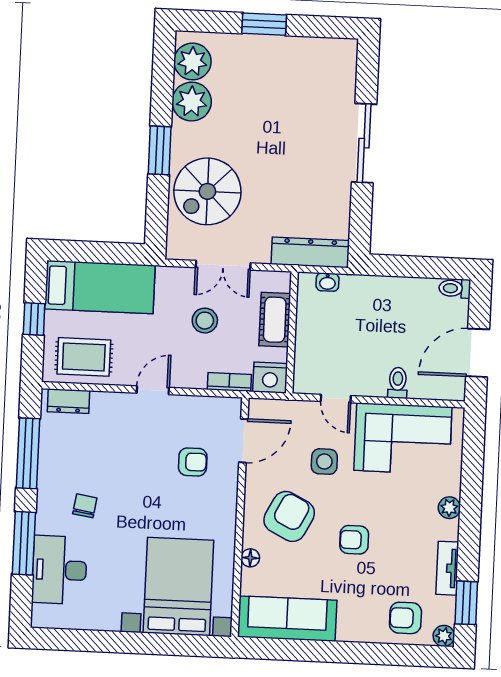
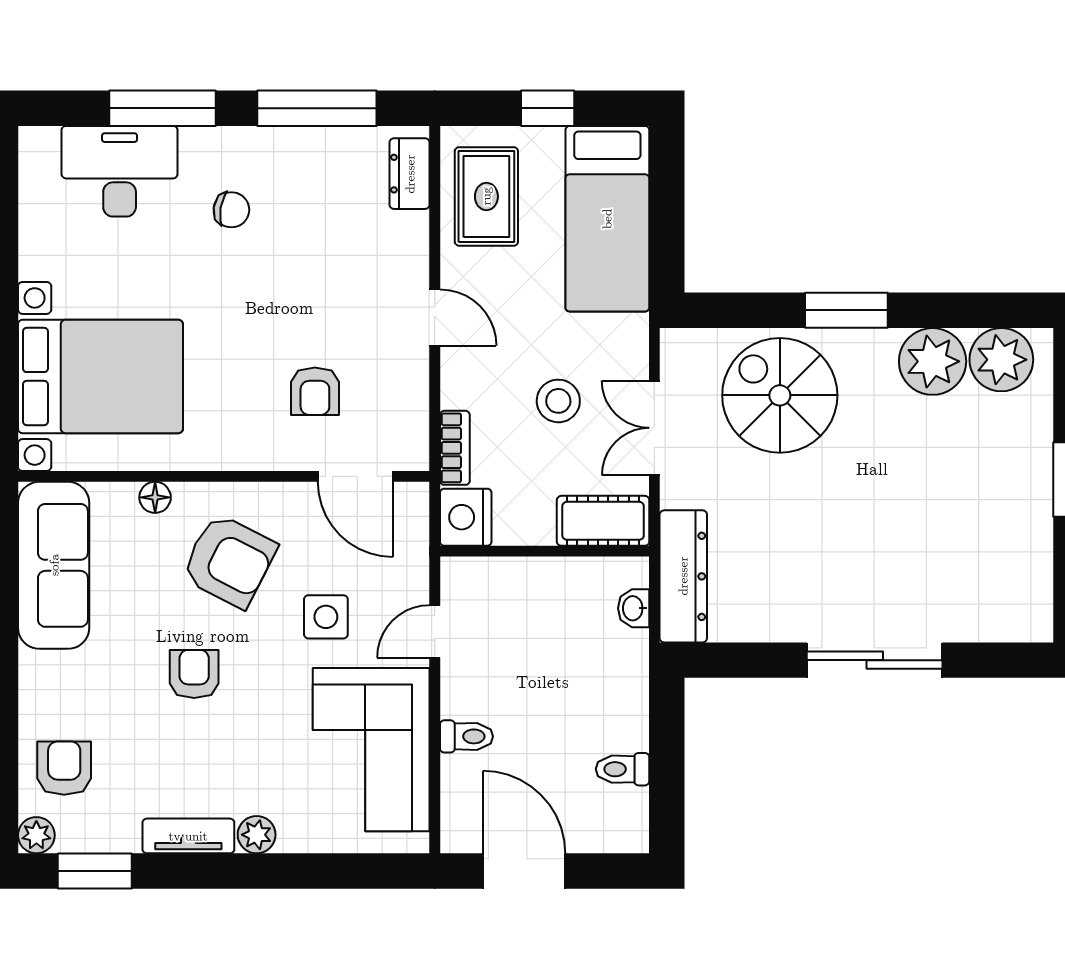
toilet: (455, 288) -> (623, 769), moved, turned -90
cot: (275, 320) -> (603, 521), moved
tv unit: (447, 568) -> (188, 836), moved

